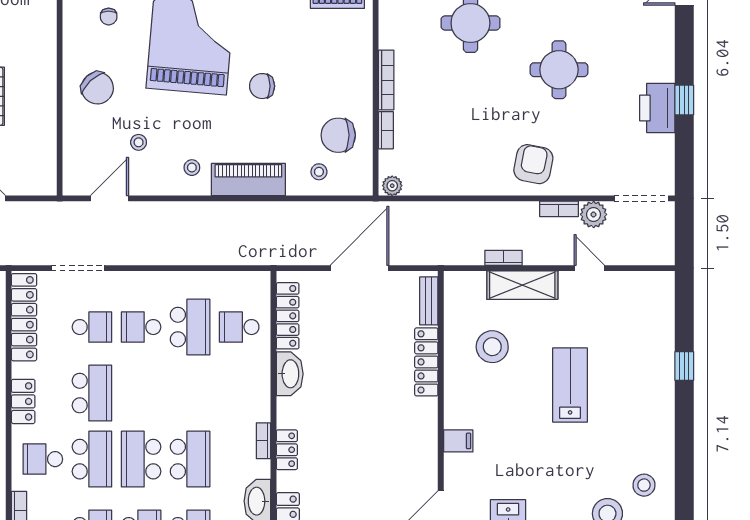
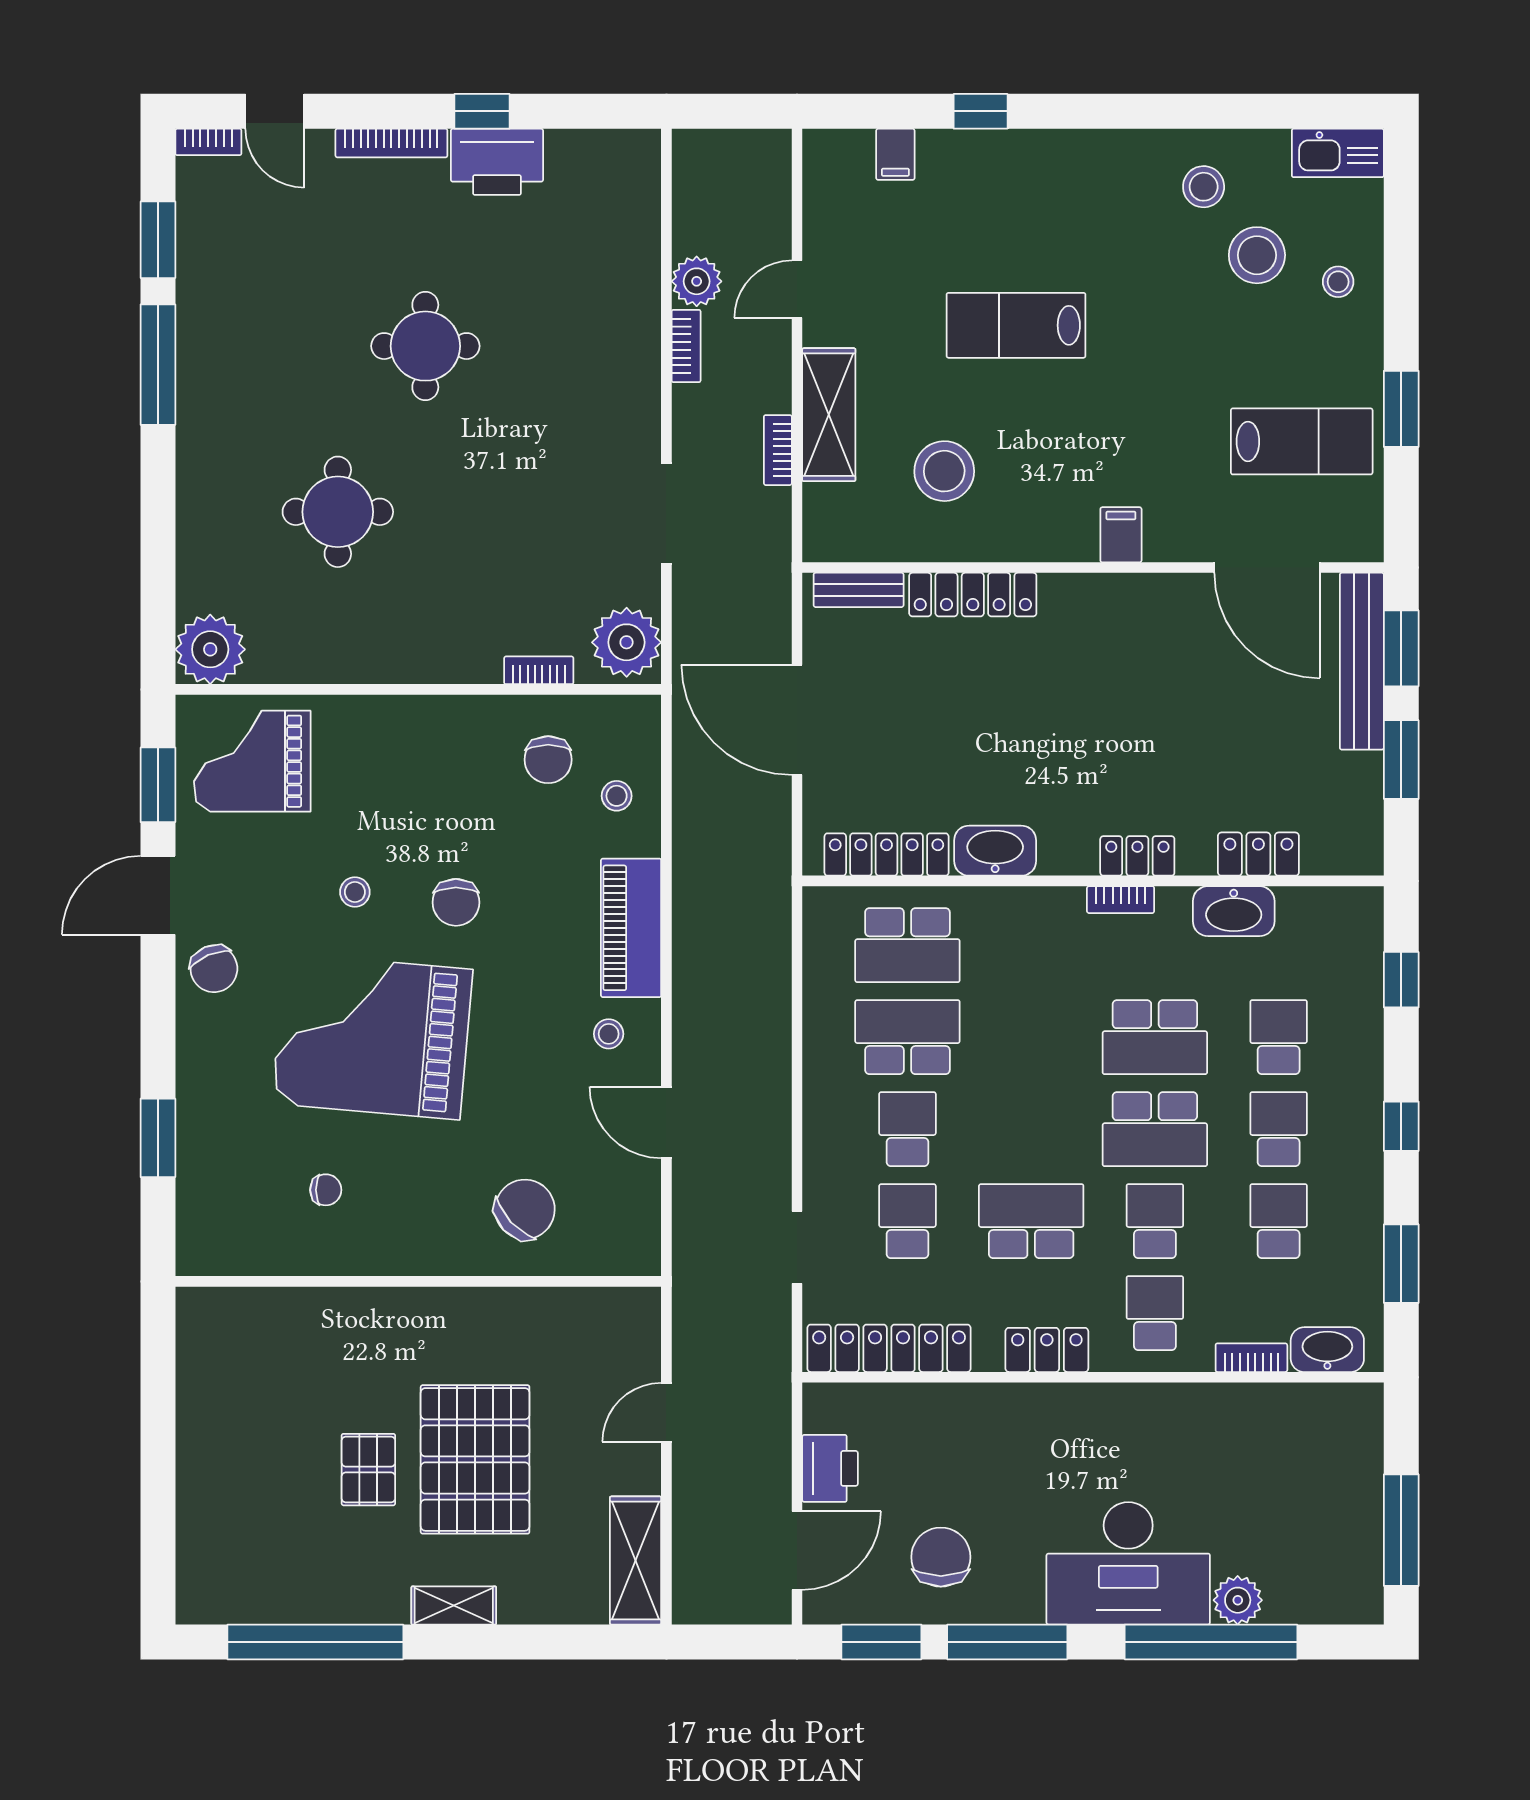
bookcase: (386, 80) -> (391, 143), moved, turned 180
chair: (97, 88) -> (525, 1209), moved
chair: (338, 135) -> (548, 760), width x0.73, depth x0.73
stool: (139, 142) -> (355, 892), moved
armchair: (533, 164) -> (602, 394), removed
plant: (392, 186) -> (627, 642), width x1.88, depth x1.88
door: (109, 198) -> (666, 1122), moved
doorway: (641, 198) -> (666, 514), moved
doorway: (78, 268) -> (797, 1247), width x0.73
filing cabinet: (661, 321) -> (895, 154), added
school desk: (141, 327) -> (907, 1129), turned 180
school desk: (239, 327) -> (907, 945), width x1.85
school desk: (43, 459) -> (1155, 1313), turned 180
school desk: (92, 459) -> (1155, 1221), width x0.54
school desk: (190, 459) -> (1155, 1037), turned 180

